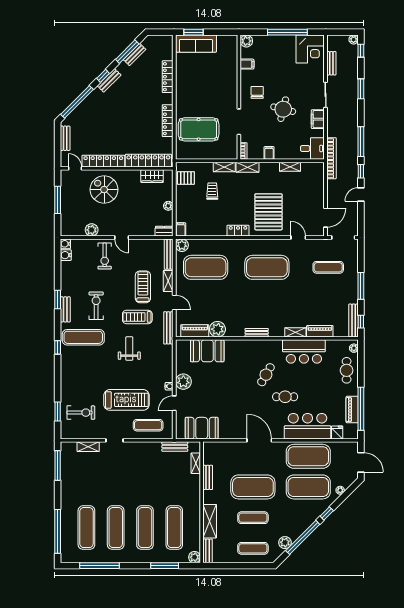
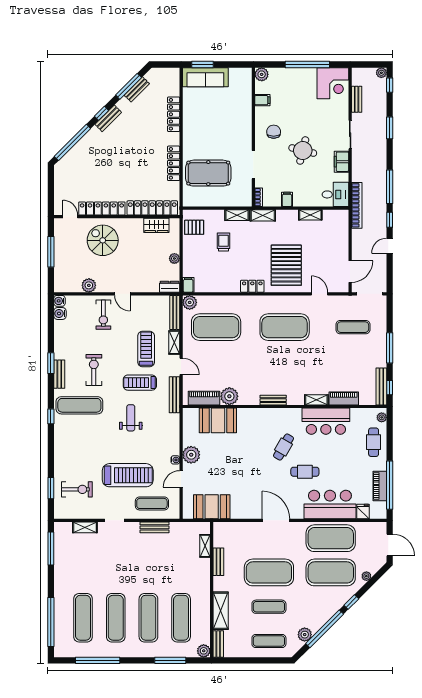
bench: (65, 138) -> (59, 183), removed
bench: (175, 447) -> (154, 527), moved

